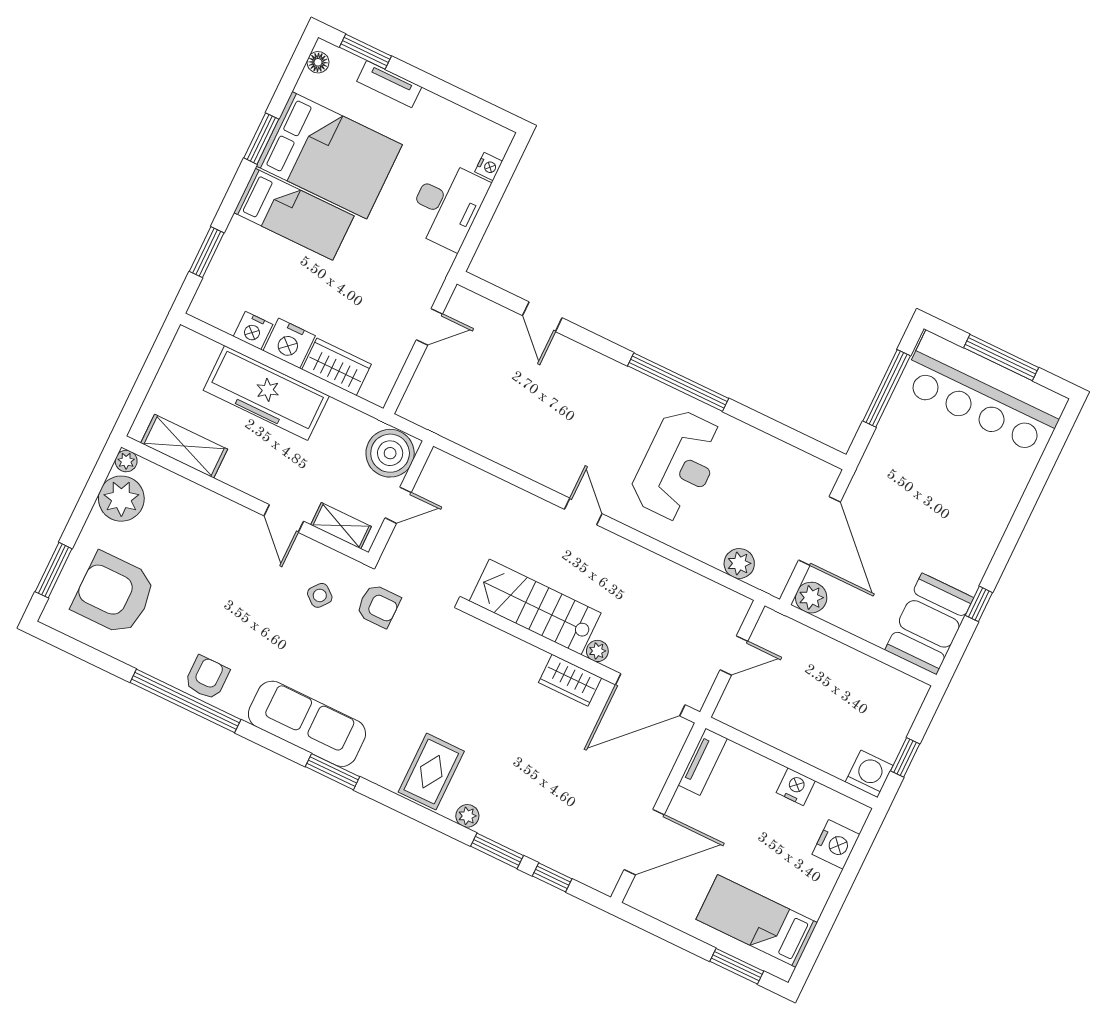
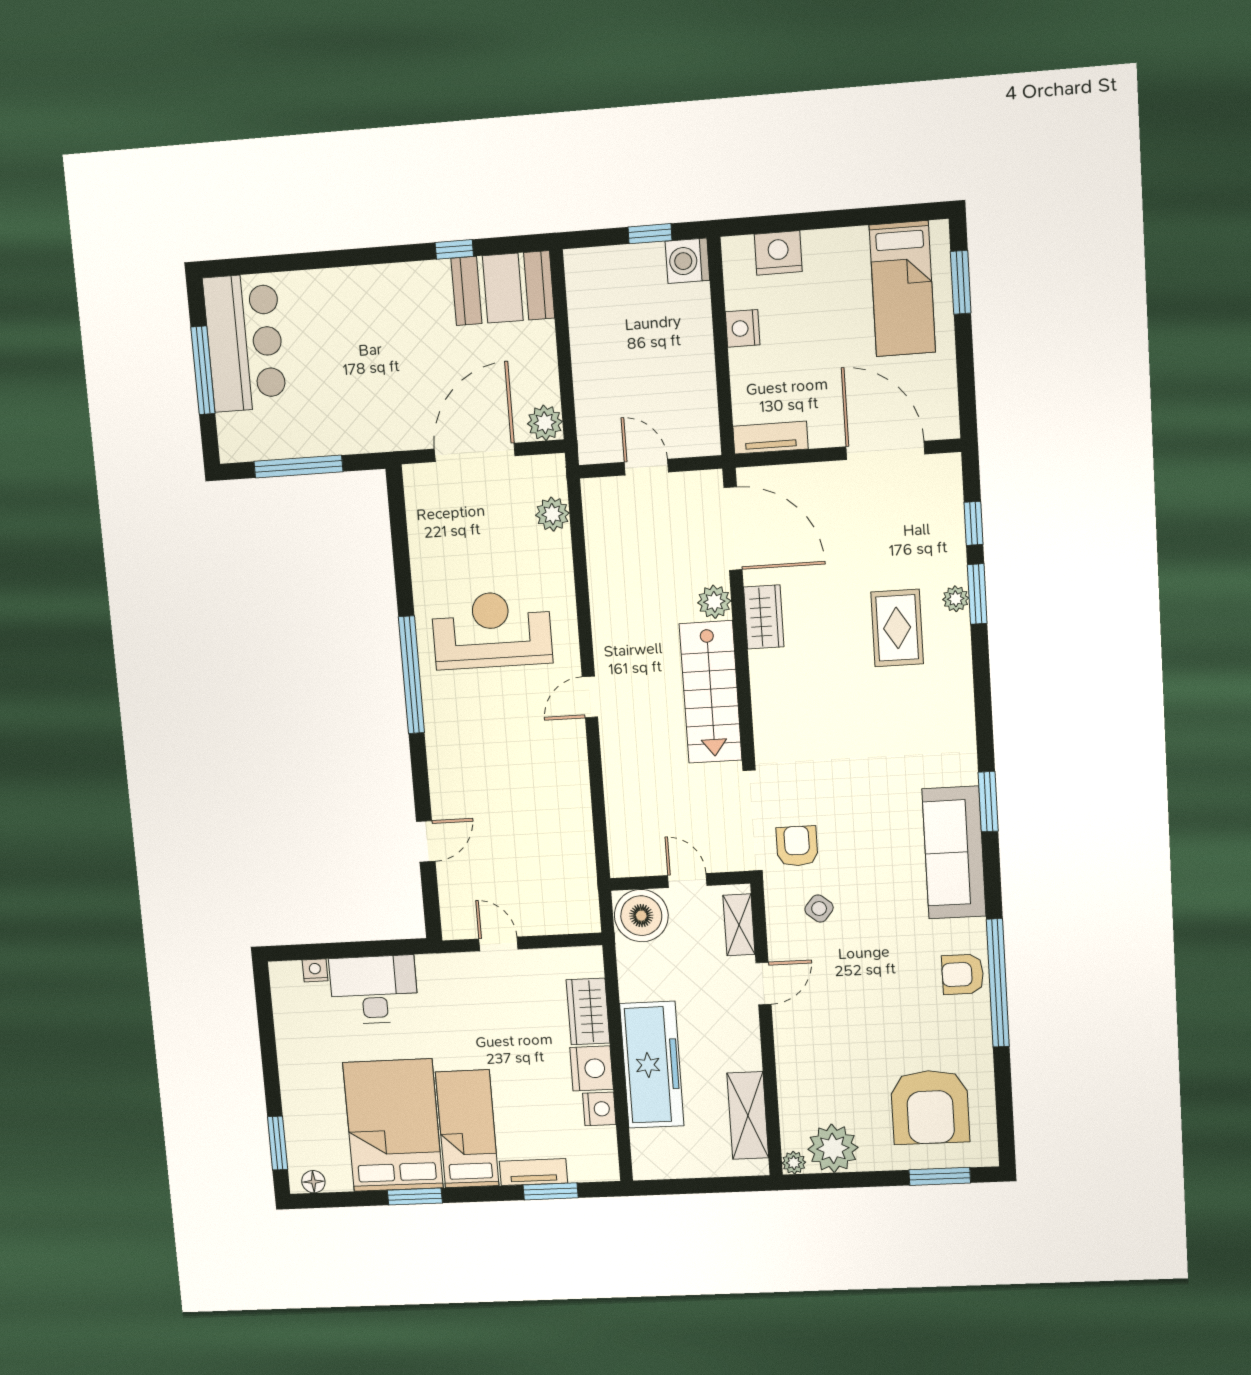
tv unit: (389, 84) -> (533, 1172), moved, turned -90
bar counter: (984, 393) -> (245, 343), width x0.73
plant: (597, 651) -> (714, 602), width x1.38, depth x1.38
rug: (431, 772) -> (897, 628), moved, turned 90
plant: (467, 816) -> (956, 599), moved

